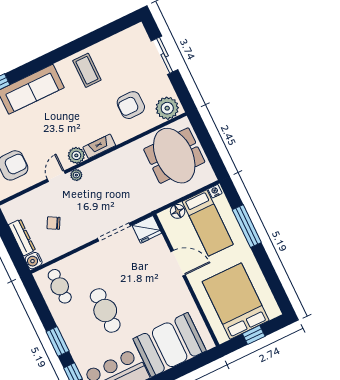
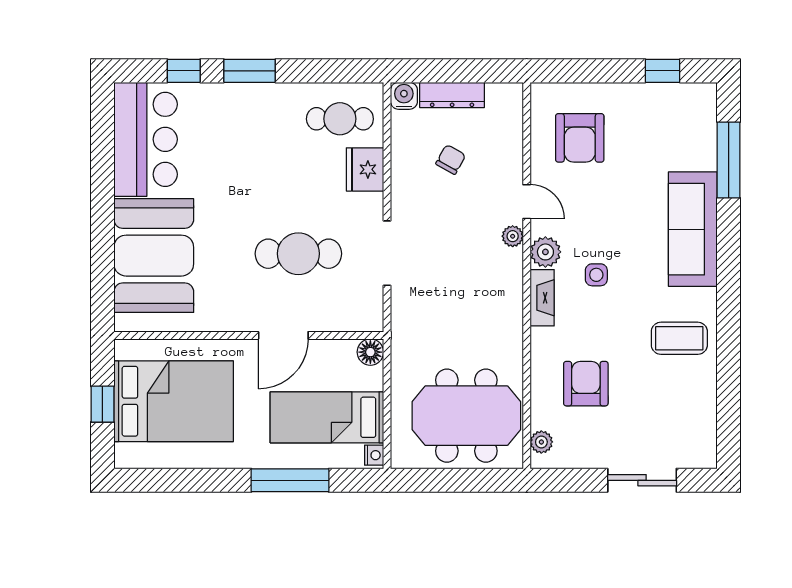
plant: (167, 108) -> (541, 442), width x0.53, depth x0.53
side table: (76, 125) -> (596, 275), added
floor lamp: (178, 211) -> (370, 352), moved
fridge: (147, 229) -> (365, 169), moved
cafe table: (105, 311) -> (298, 254), moved

